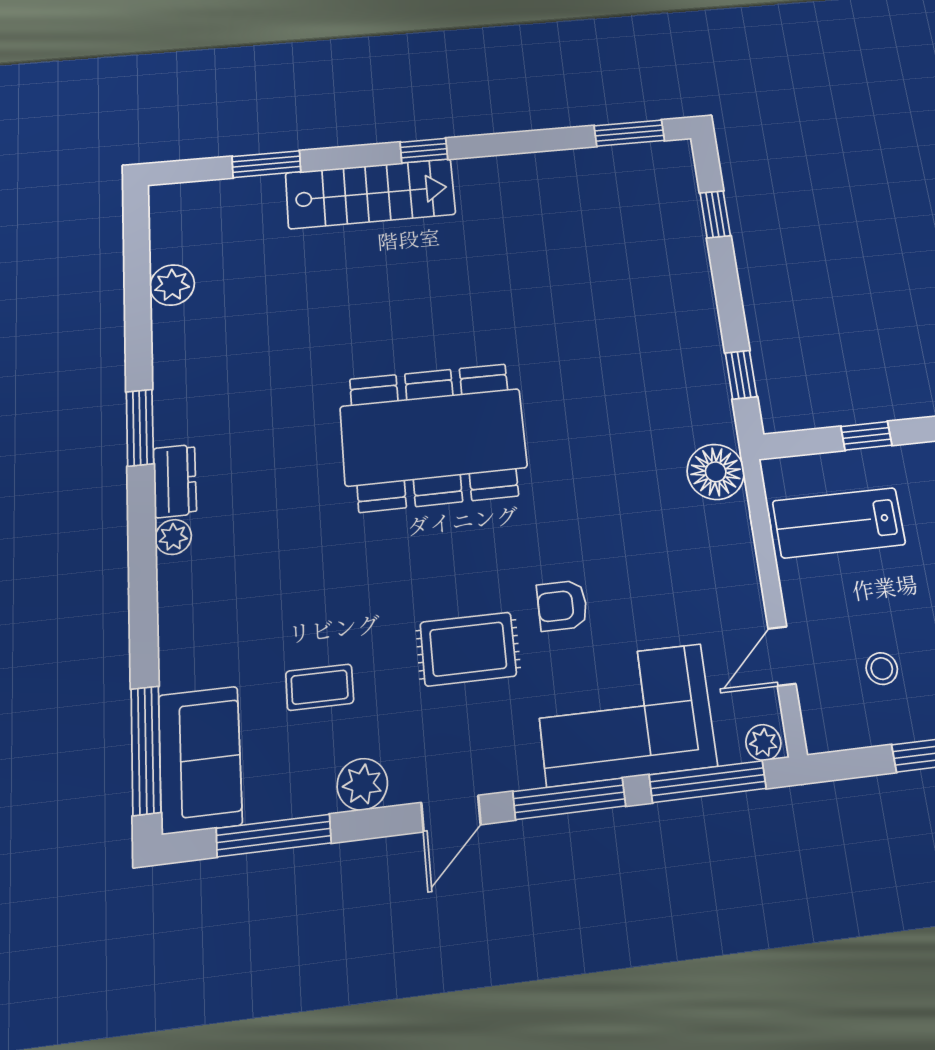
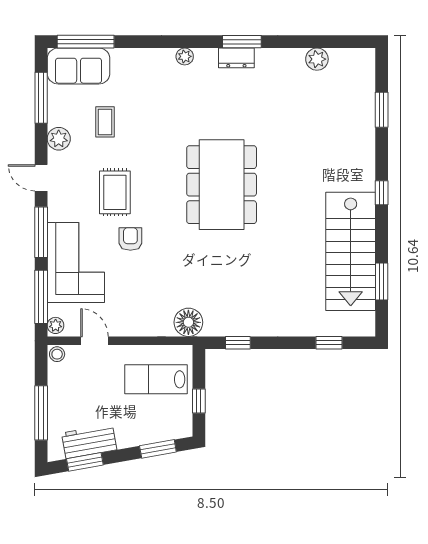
window: (629, 133) -> (382, 281), moved
stairs: (370, 194) -> (351, 251), moved, width x1.36, depth x1.51
dresser: (175, 481) -> (236, 58), moved
lab bench: (839, 523) -> (156, 379), turned -90
stool: (882, 669) -> (57, 354), moved

